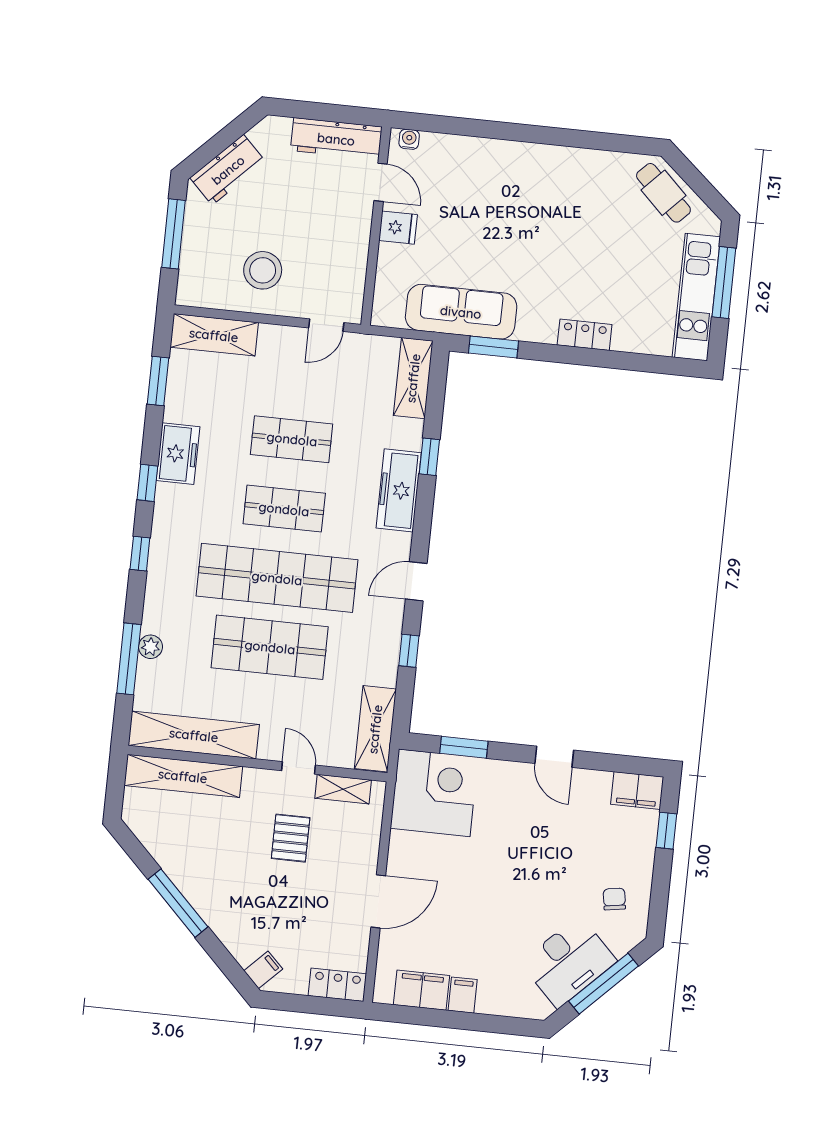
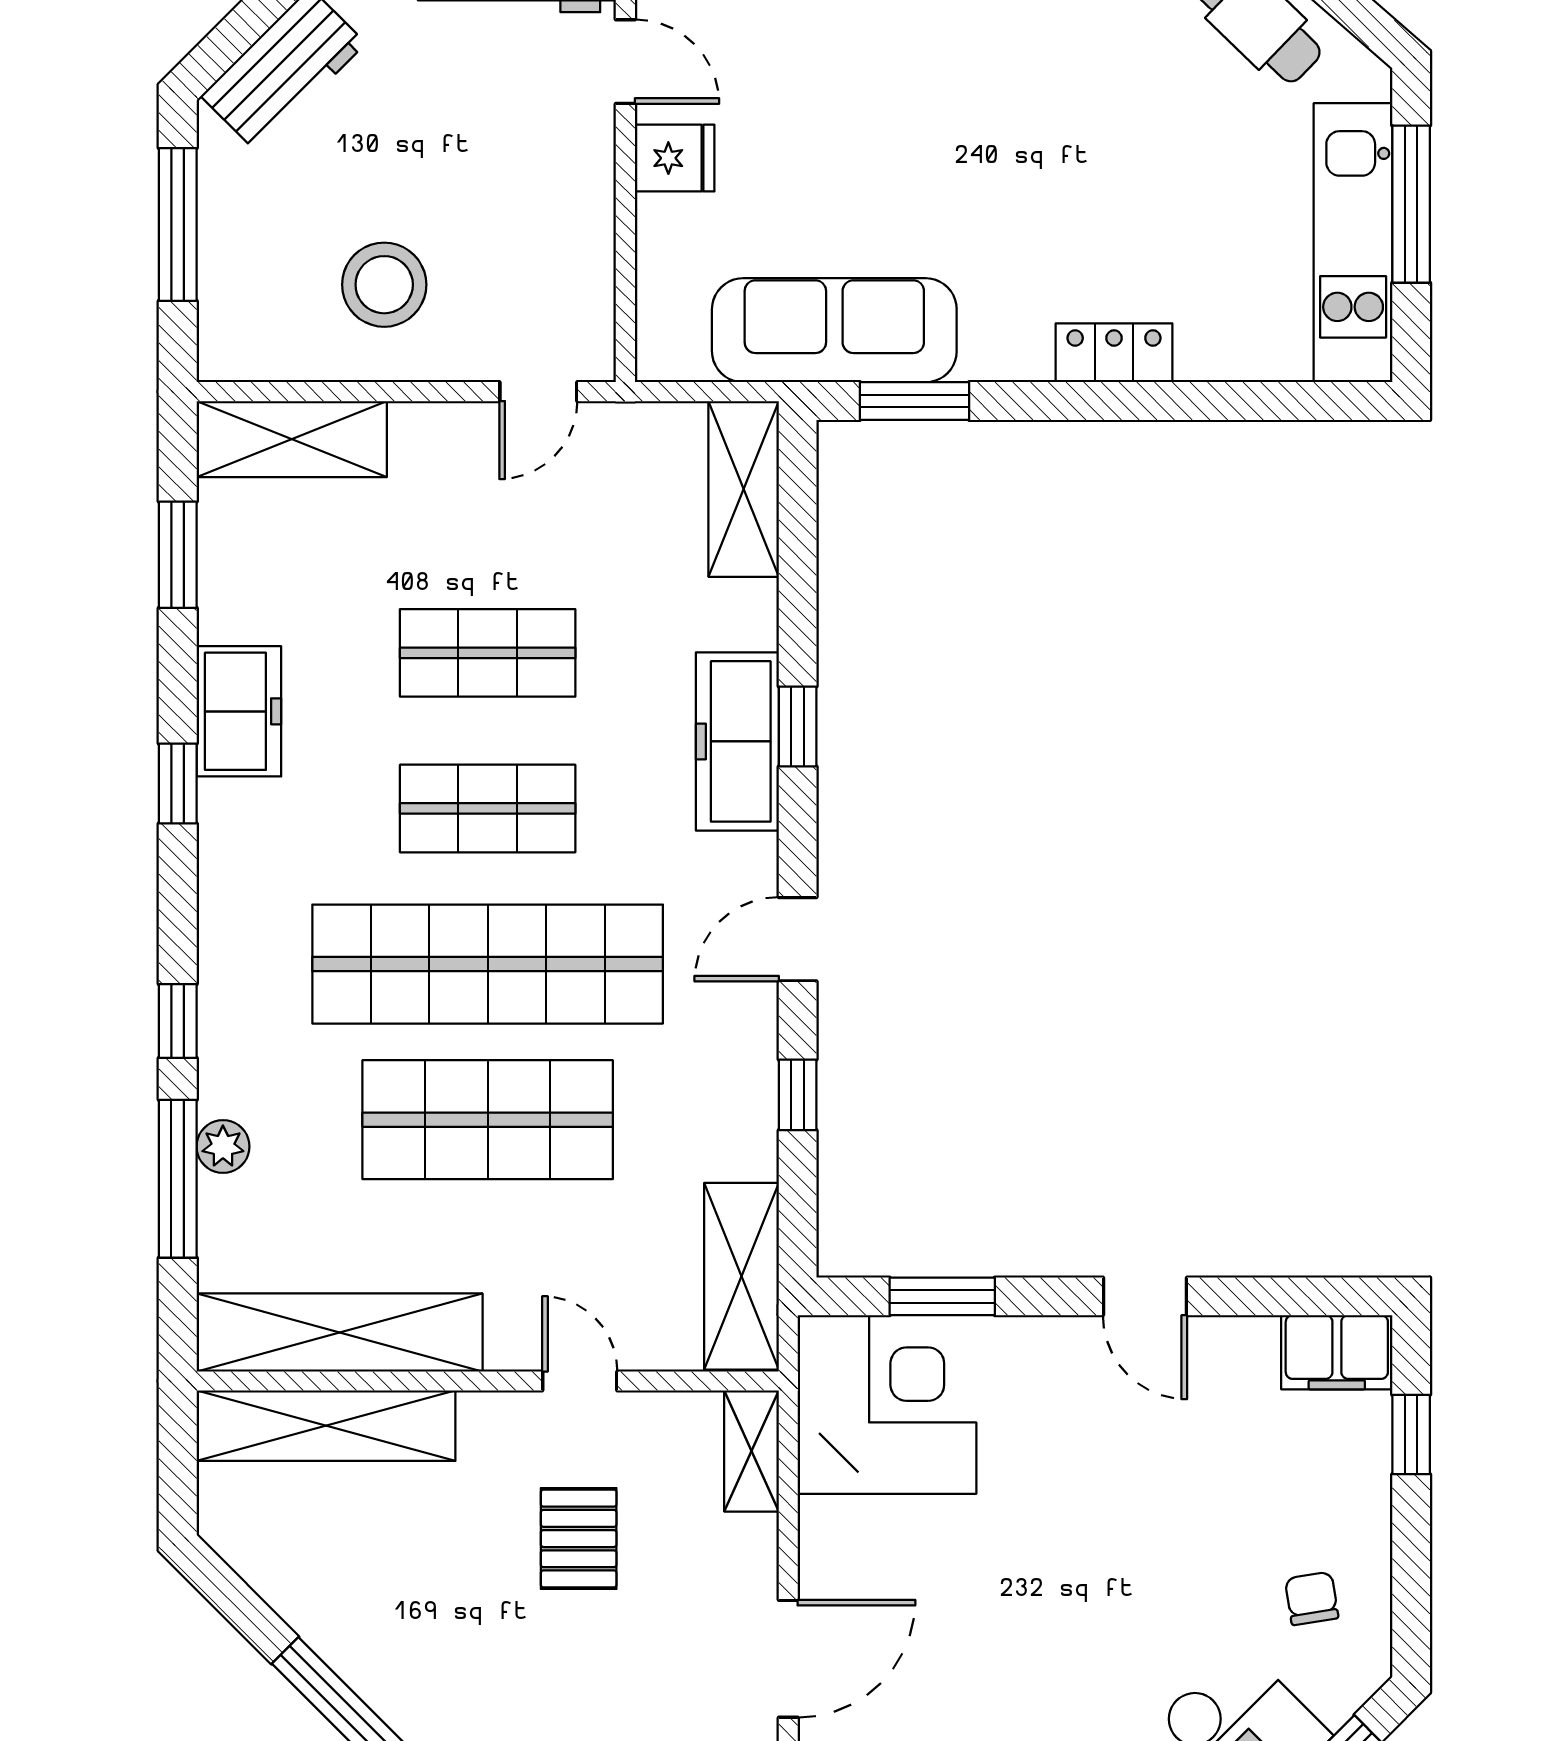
window: (429, 457) -> (798, 727), moved
window: (140, 554) -> (178, 1021), moved
shelving: (343, 789) -> (752, 1451), moved, turned 90

